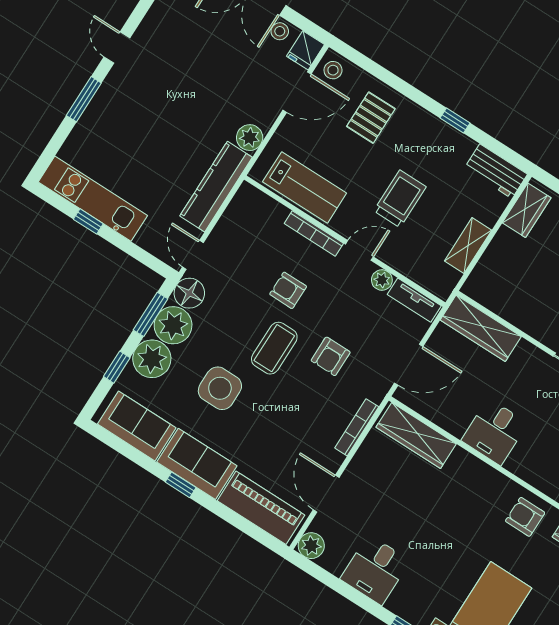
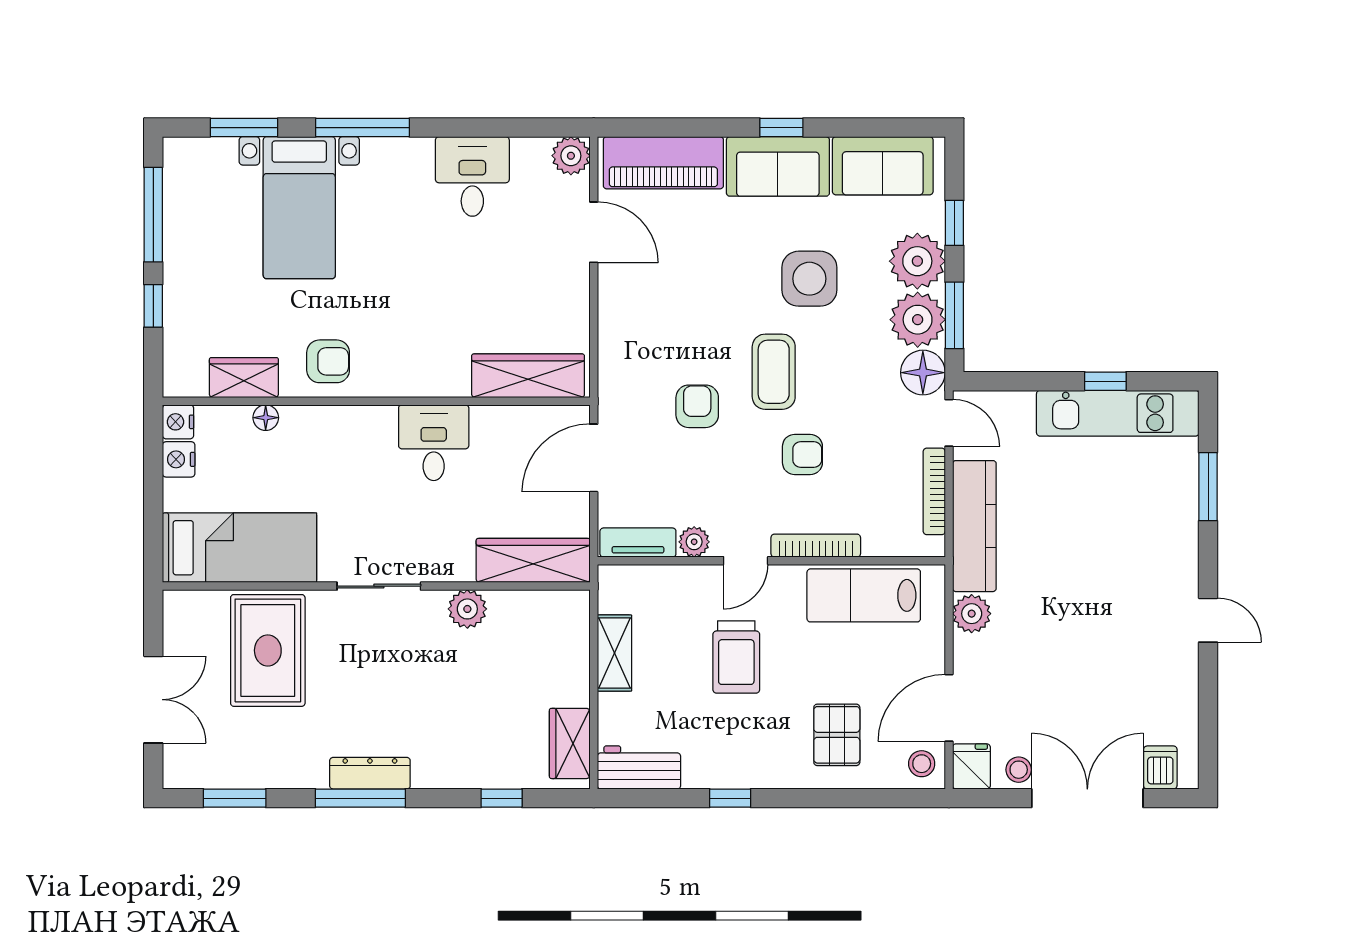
window: (84, 99) -> (1208, 487), moved
plant: (536, 325) -> (467, 609), added
bookcase: (357, 427) -> (934, 491), moved, turned 180

